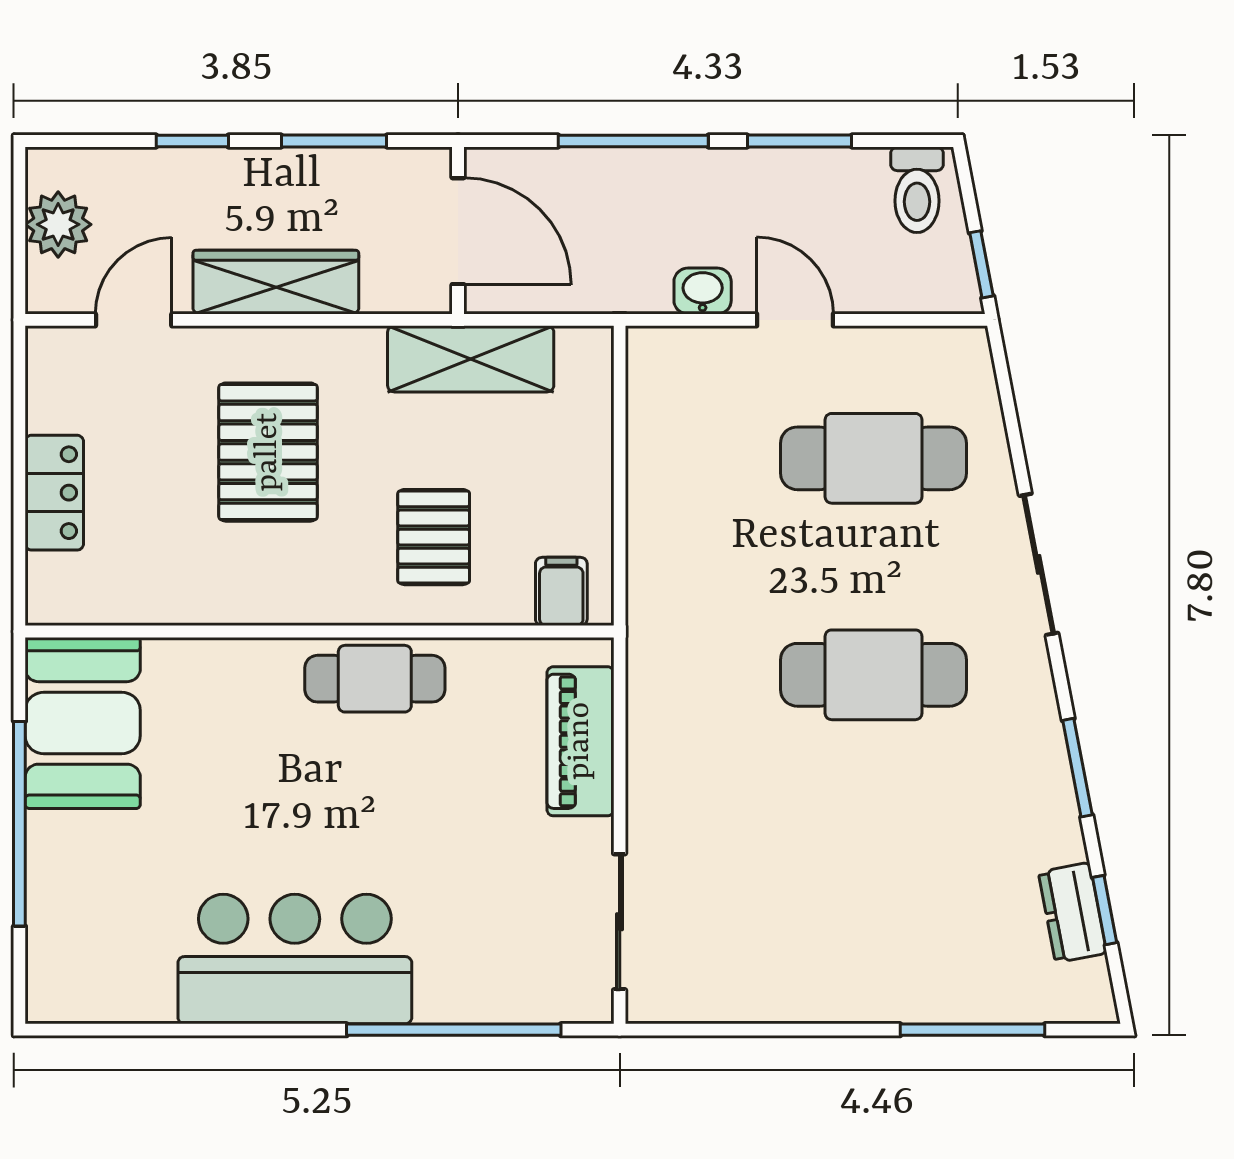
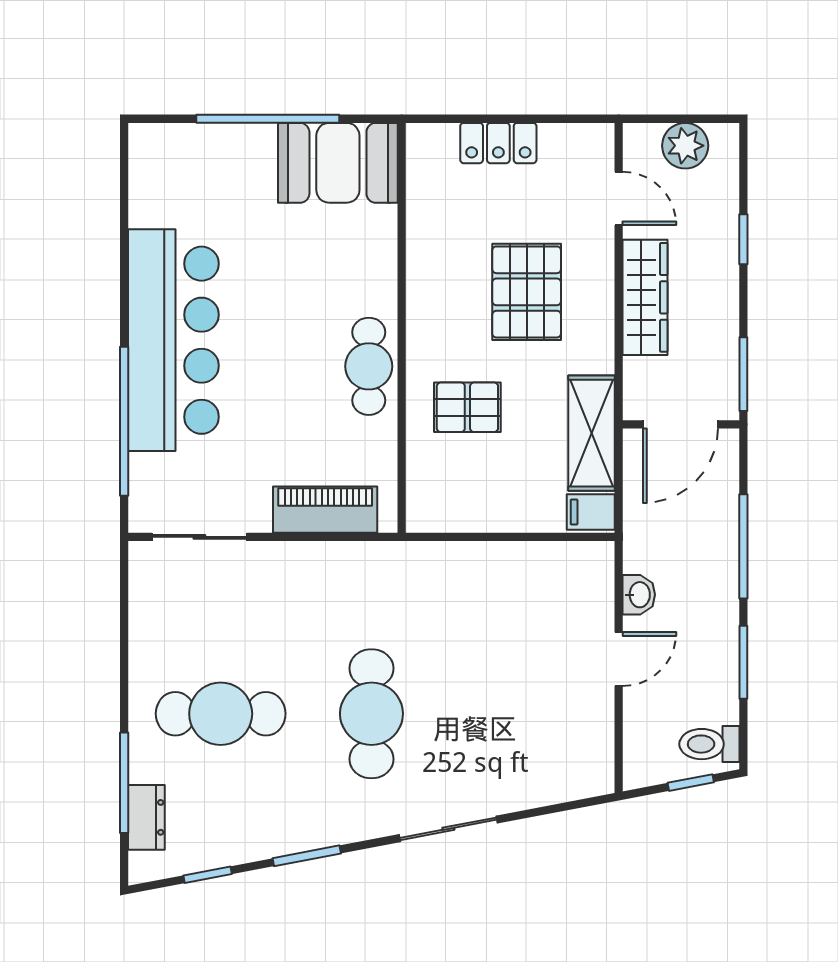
window: (334, 141) -> (743, 374), moved
window: (981, 264) -> (691, 783), moved
pallet: (268, 452) -> (527, 292), turned 90
cafe table: (874, 458) -> (221, 714), moved, turned 90
filing cabinet: (561, 591) -> (591, 512), moved, turned 180
dresser: (1073, 913) -> (146, 817), moved, turned 101
bar counter: (295, 959) -> (173, 340), width x1.36

